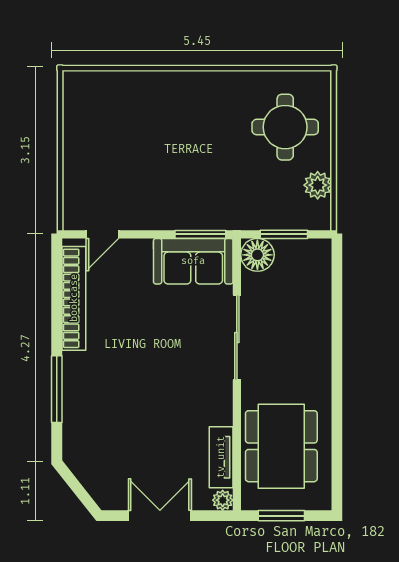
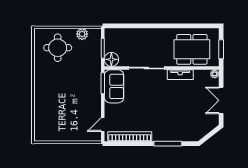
door: (102, 234) -> (103, 125), swing flipped
tv unit: (221, 457) -> (180, 75), moved

